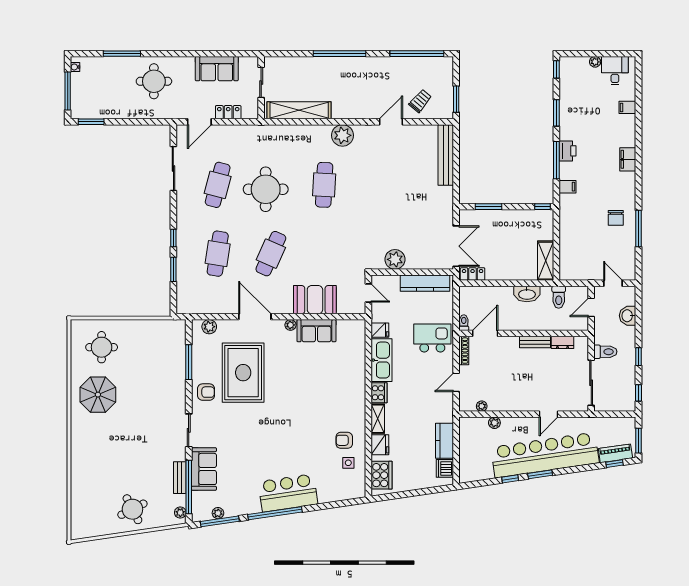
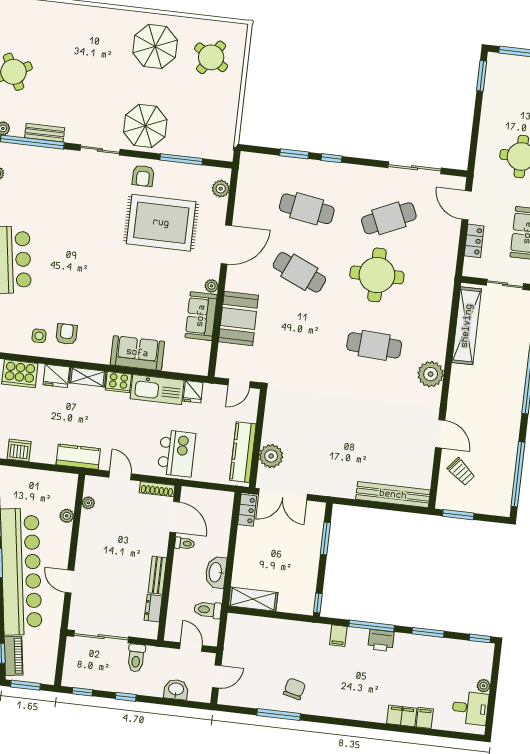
filing cabinet: (628, 159) -> (402, 716), moved
cafe table: (218, 185) -> (389, 218), turned -39
chair: (616, 218) -> (294, 689), turned 104
plant: (395, 259) -> (271, 456), moved
toilet: (464, 323) -> (185, 543), moved
round table: (102, 347) -> (211, 57), turned 33
parasol: (165, 395) -> (145, 126), added
kitchen counter: (445, 441) -> (78, 457), moved
sofa: (204, 469) -> (137, 353), moved, turned 180

